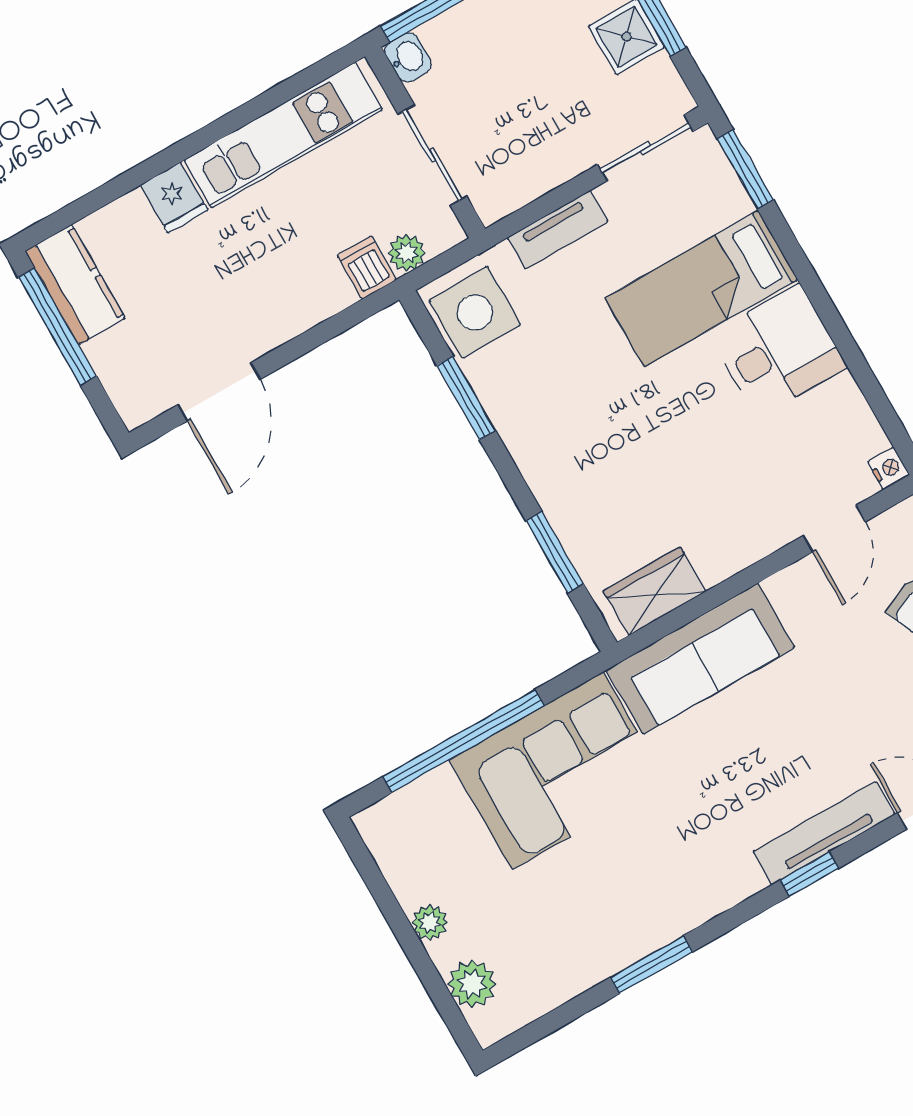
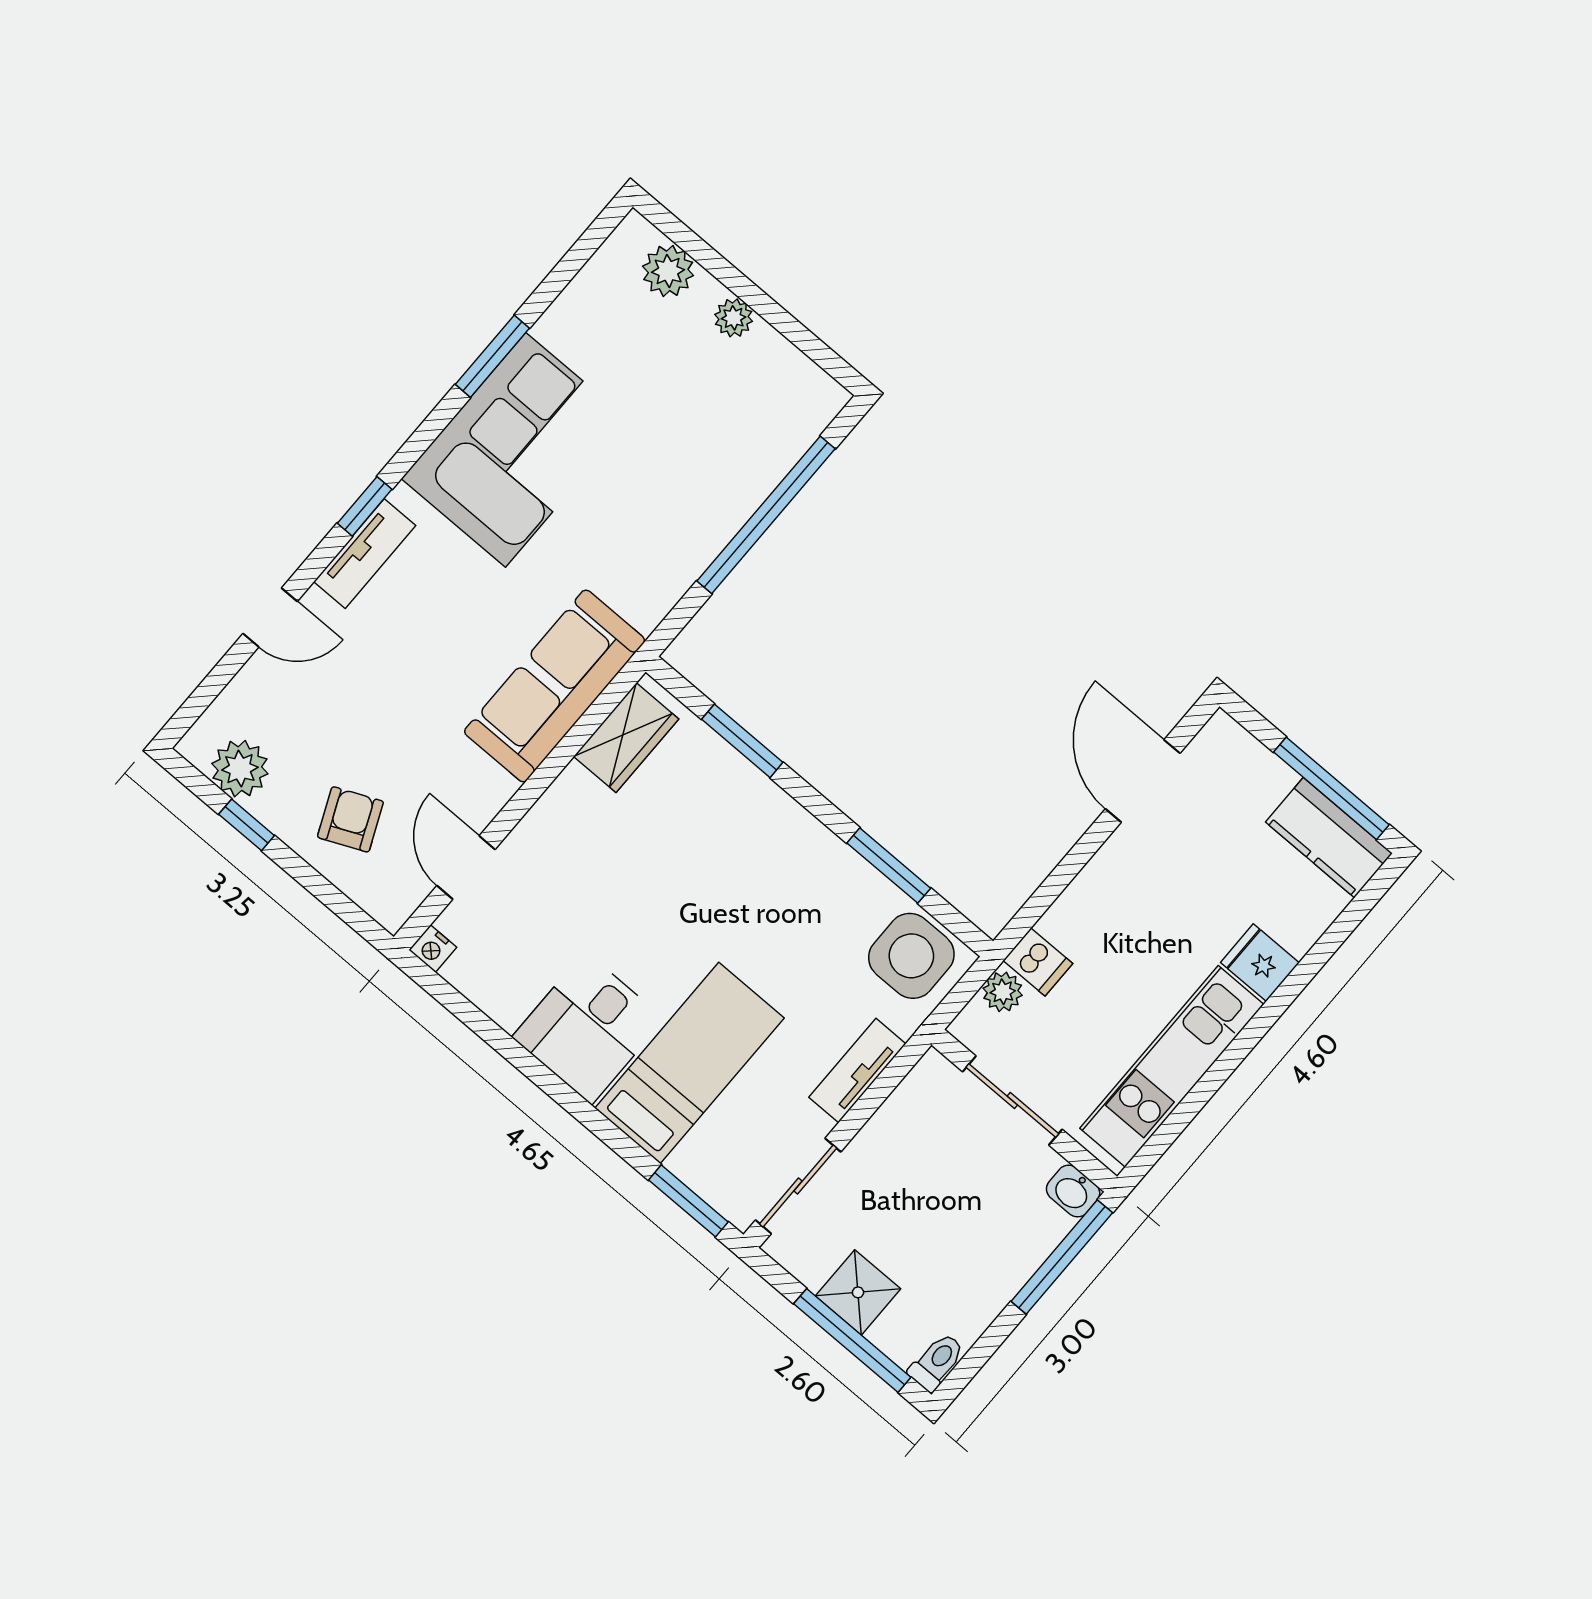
corner sofa: (557, 771) -> (516, 450), moved, turned 180
tv unit: (824, 833) -> (365, 554), width x0.71

